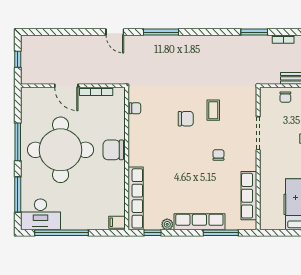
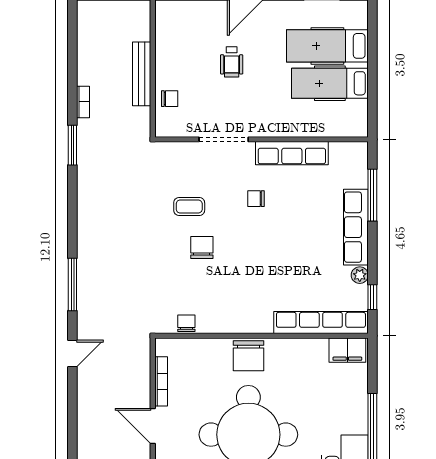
door: (66, 86) -> (153, 426), swing flipped
row of seats: (249, 196) -> (292, 153), moved
filing cabinet: (117, 222) -> (347, 350), width x2.00

